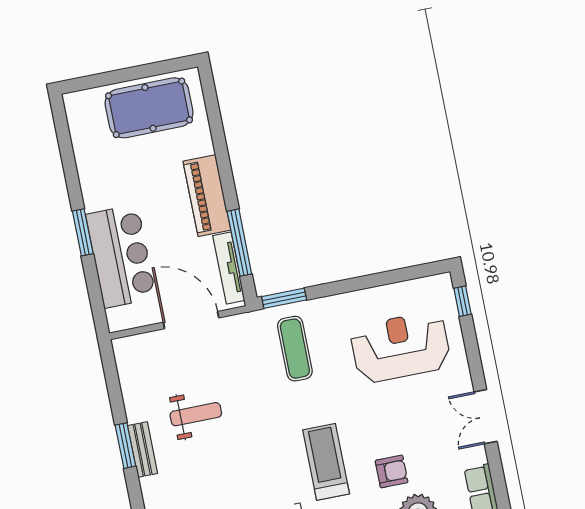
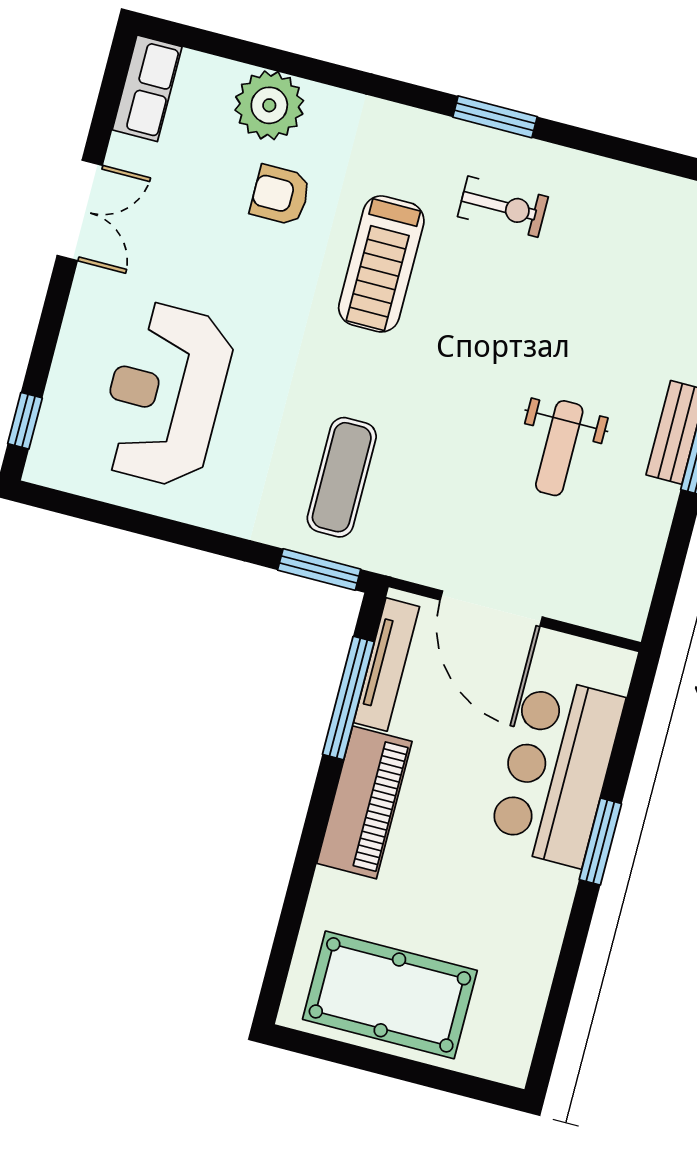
reception desk: (400, 347) -> (165, 395), turned 90
weight bench: (196, 414) -> (559, 448), turned -90

